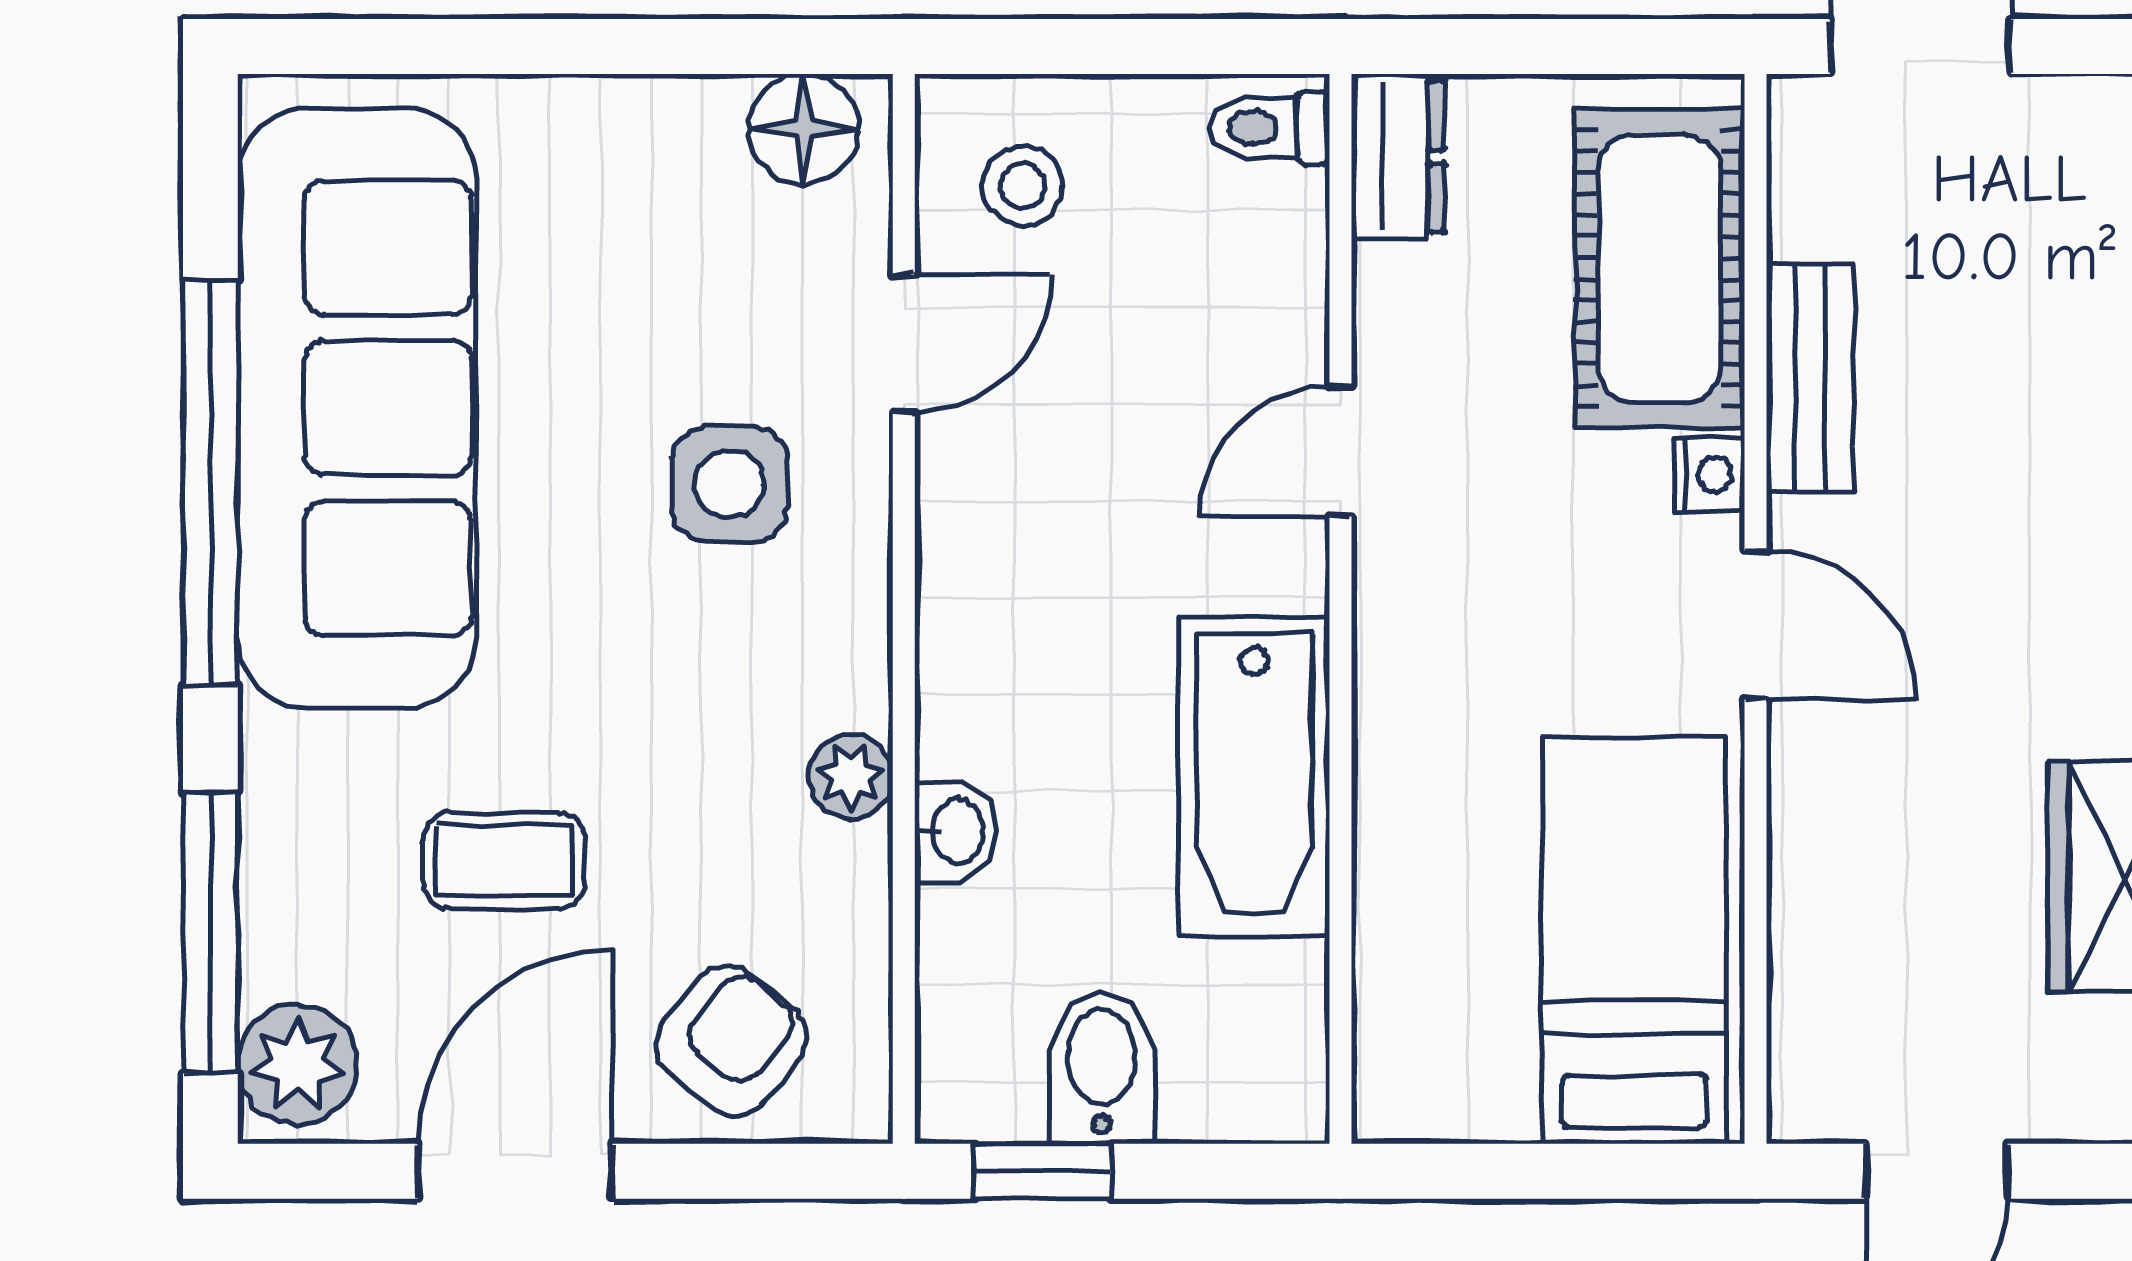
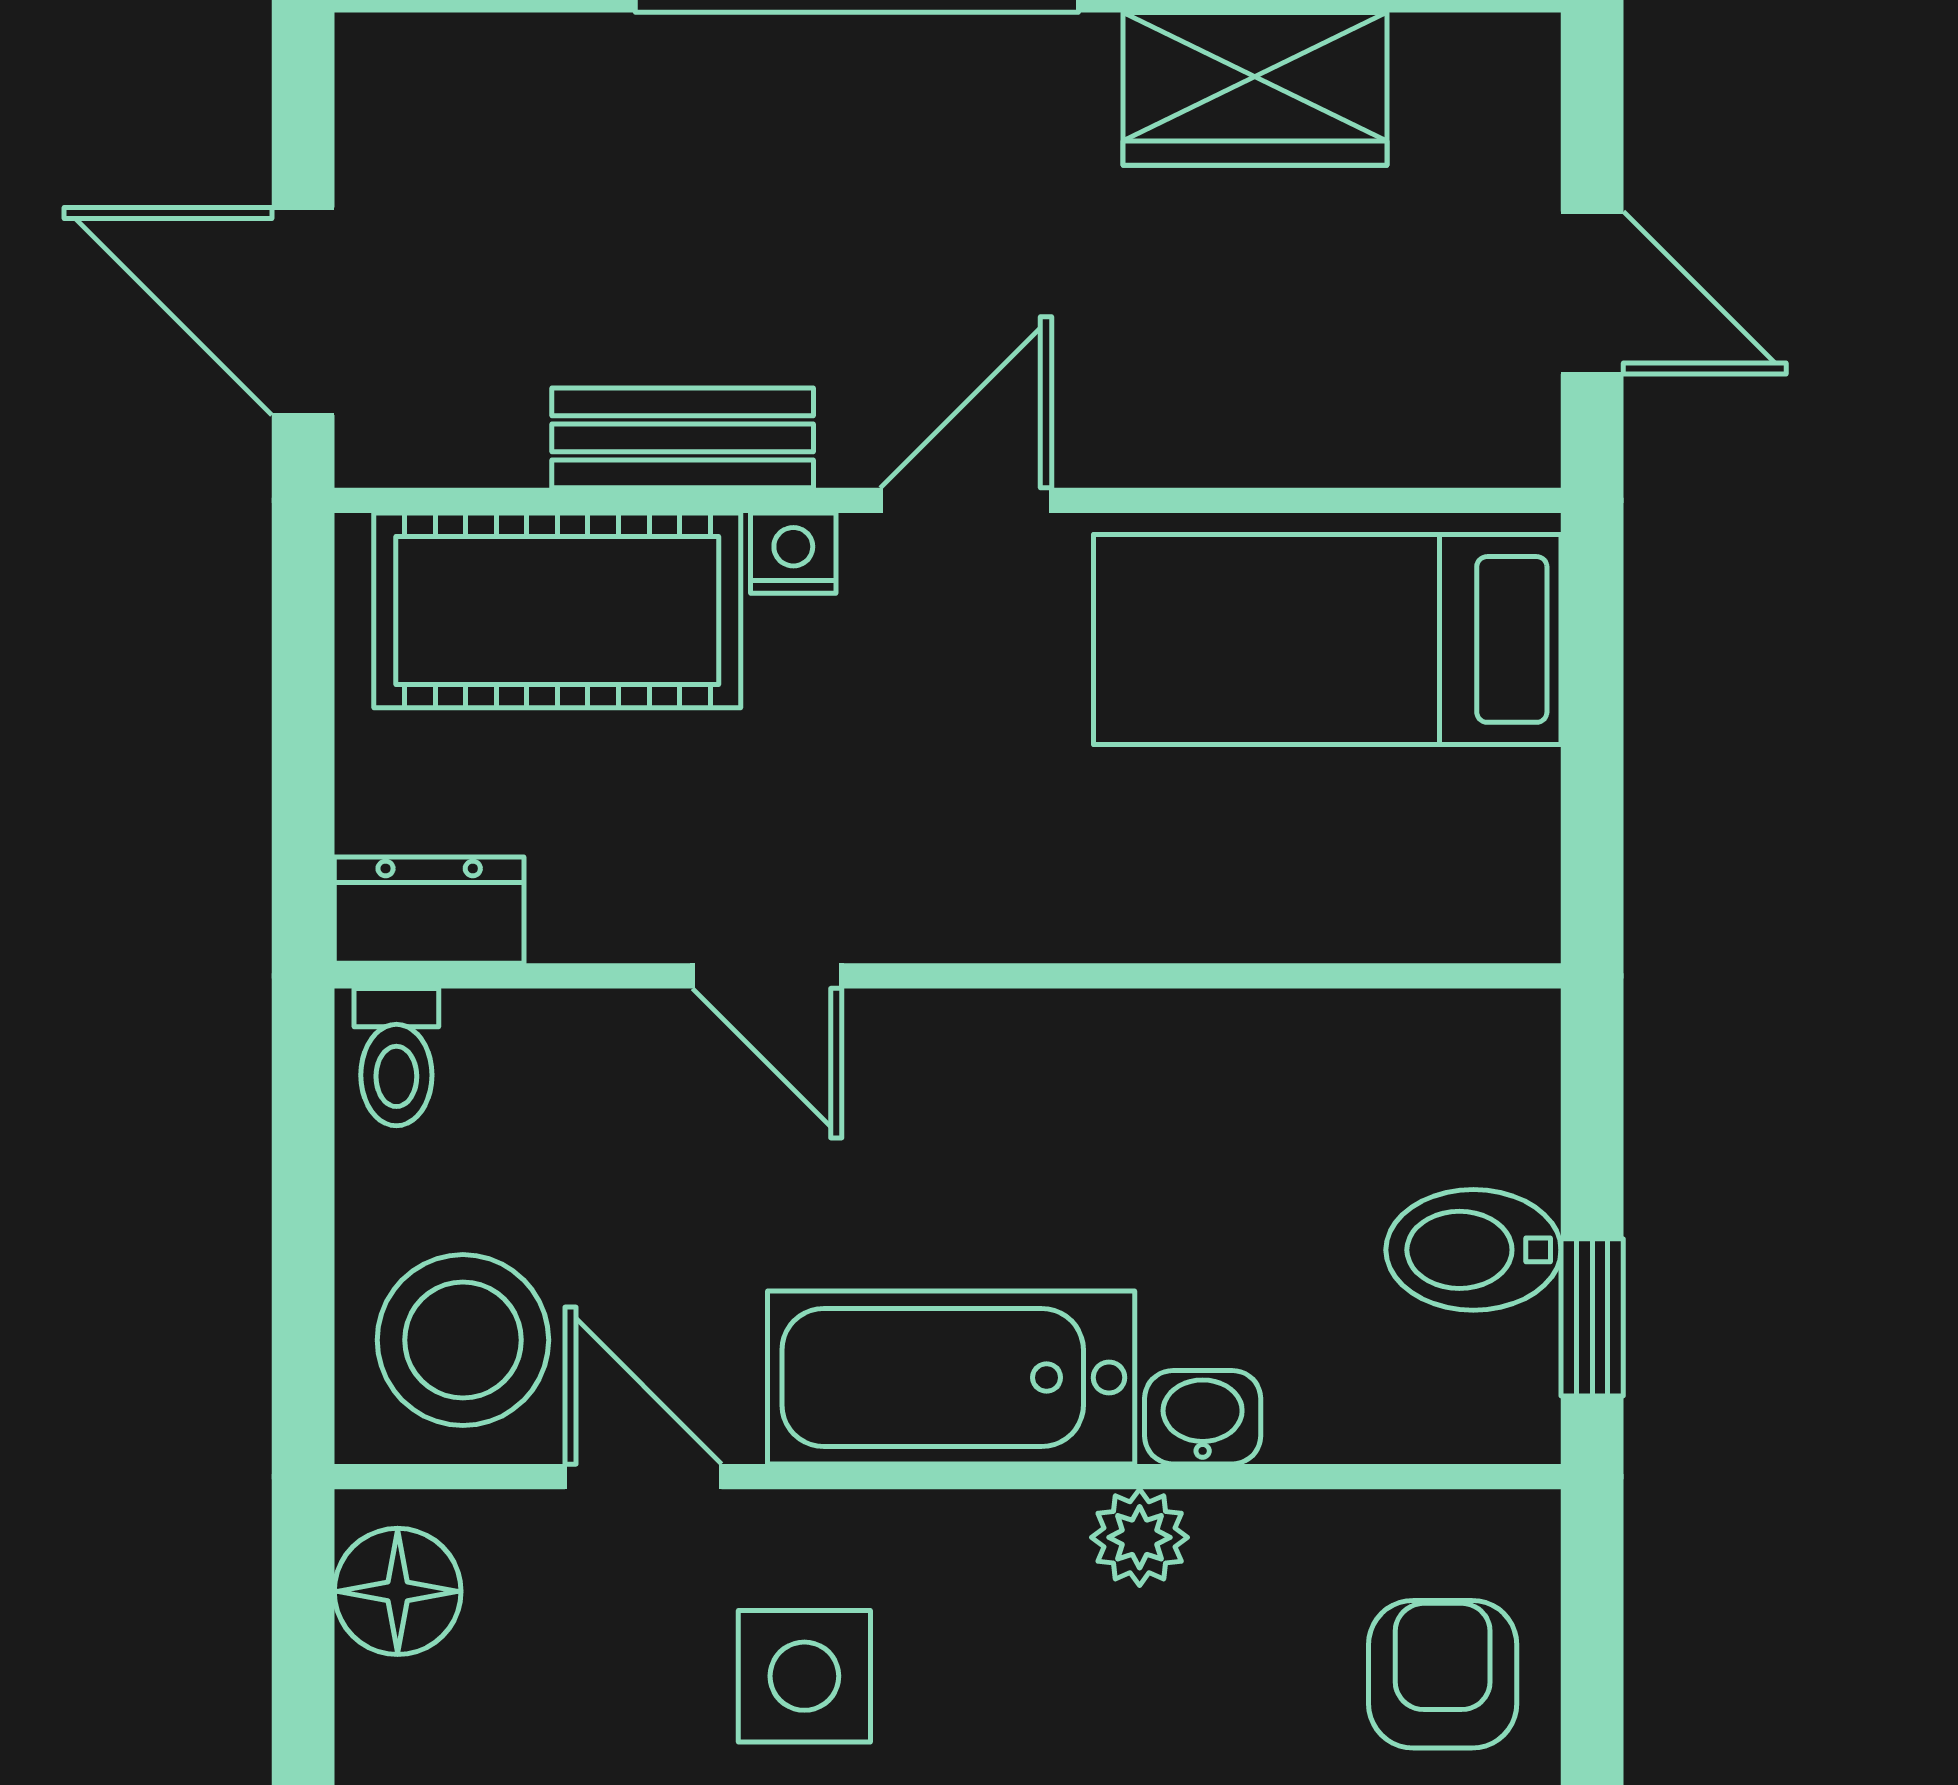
stool: (1023, 186) -> (463, 1340), width x1.89, depth x1.89
bathtub: (1254, 777) -> (951, 1378), moved, turned 180
armchair: (731, 1041) -> (1443, 1674), turned 51

